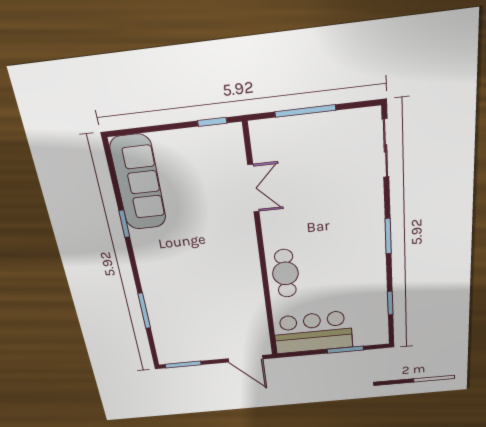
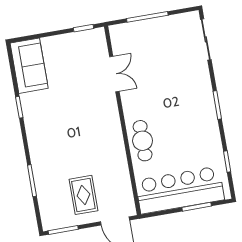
sofa: (138, 183) -> (29, 66), width x0.73
rug: (208, 330) -> (83, 195), added
bar counter: (313, 332) -> (180, 190), width x1.36

